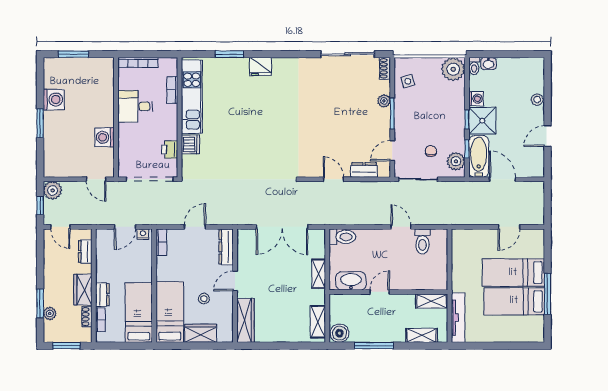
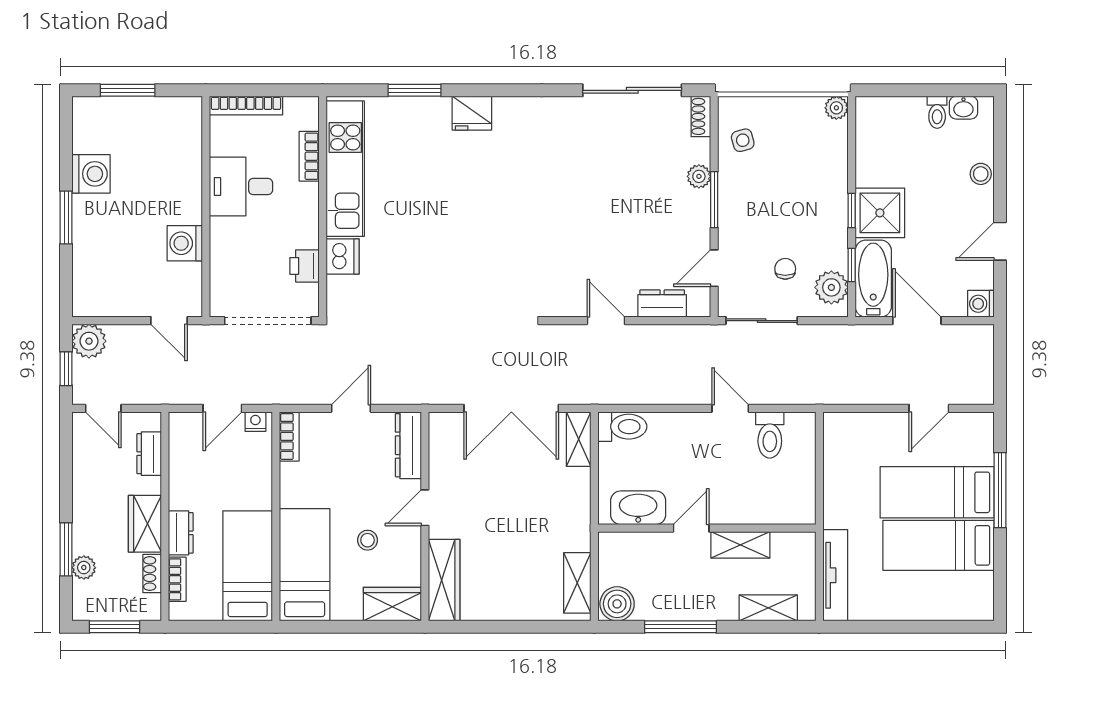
washbasin: (488, 64) -> (963, 108), moved
toilet: (474, 66) -> (937, 112), moved
plant: (453, 69) -> (836, 108), width x0.53, depth x0.53
washing machine: (476, 99) -> (981, 304), moved, turned 180
shelving: (319, 274) -> (579, 439), moved
window: (548, 294) -> (1000, 490), moved
shelving: (431, 301) -> (740, 545), moved
wardrobe: (201, 333) -> (392, 604), moved

